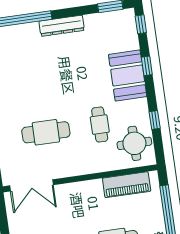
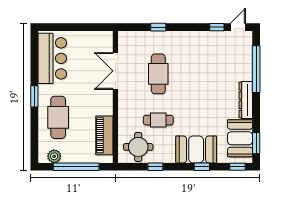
booth: (107, 26) -> (240, 138), added
double door: (32, 185) -> (115, 71), moved

